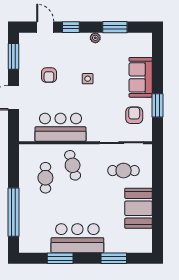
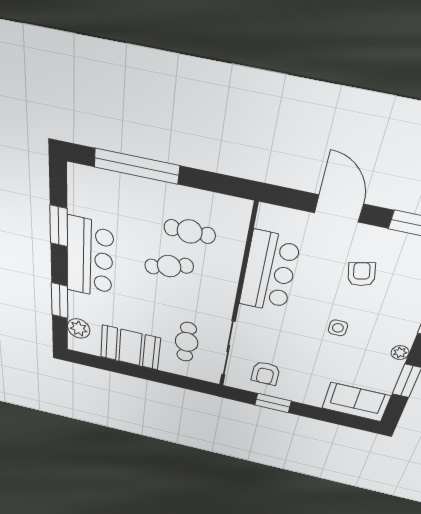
armchair: (49, 75) -> (362, 274), turned 77
sofa: (141, 77) -> (356, 402), moved
armchair: (134, 115) -> (266, 373), turned 90
cafe table: (73, 165) -> (169, 266), moved
plant: (133, 245) -> (79, 328), added

